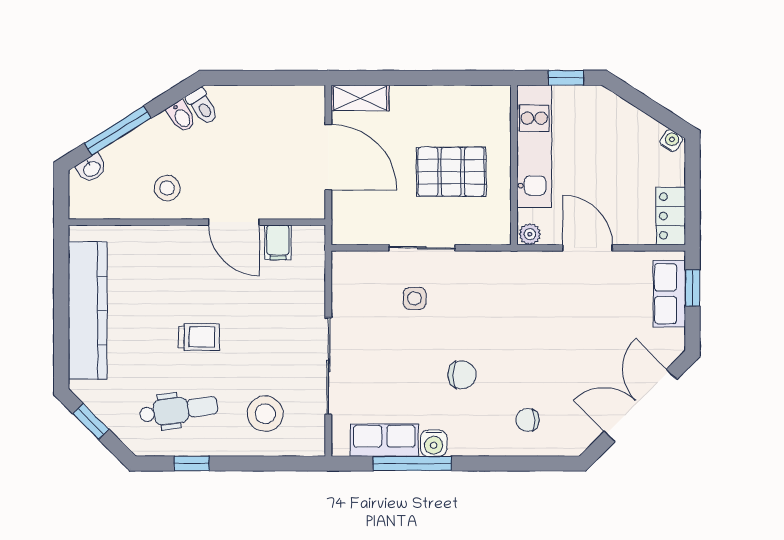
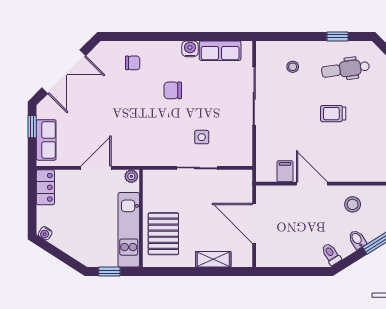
shelving: (360, 98) -> (213, 259), moved
bidet: (181, 116) -> (357, 240), moved
pallet: (451, 172) -> (163, 234), moved, turned 90
door: (588, 248) -> (96, 168), swing flipped
window: (693, 288) -> (32, 127), moved
stool: (265, 414) -> (293, 67), width x0.53, depth x0.53
window: (412, 463) -> (203, 36), removed

